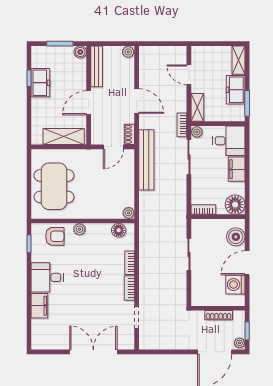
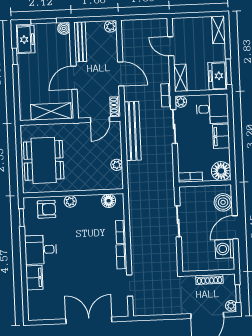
freezer: (40, 83) -> (25, 39), moved
freezer: (236, 90) -> (218, 76), moved
plant: (129, 213) -> (117, 165), moved

